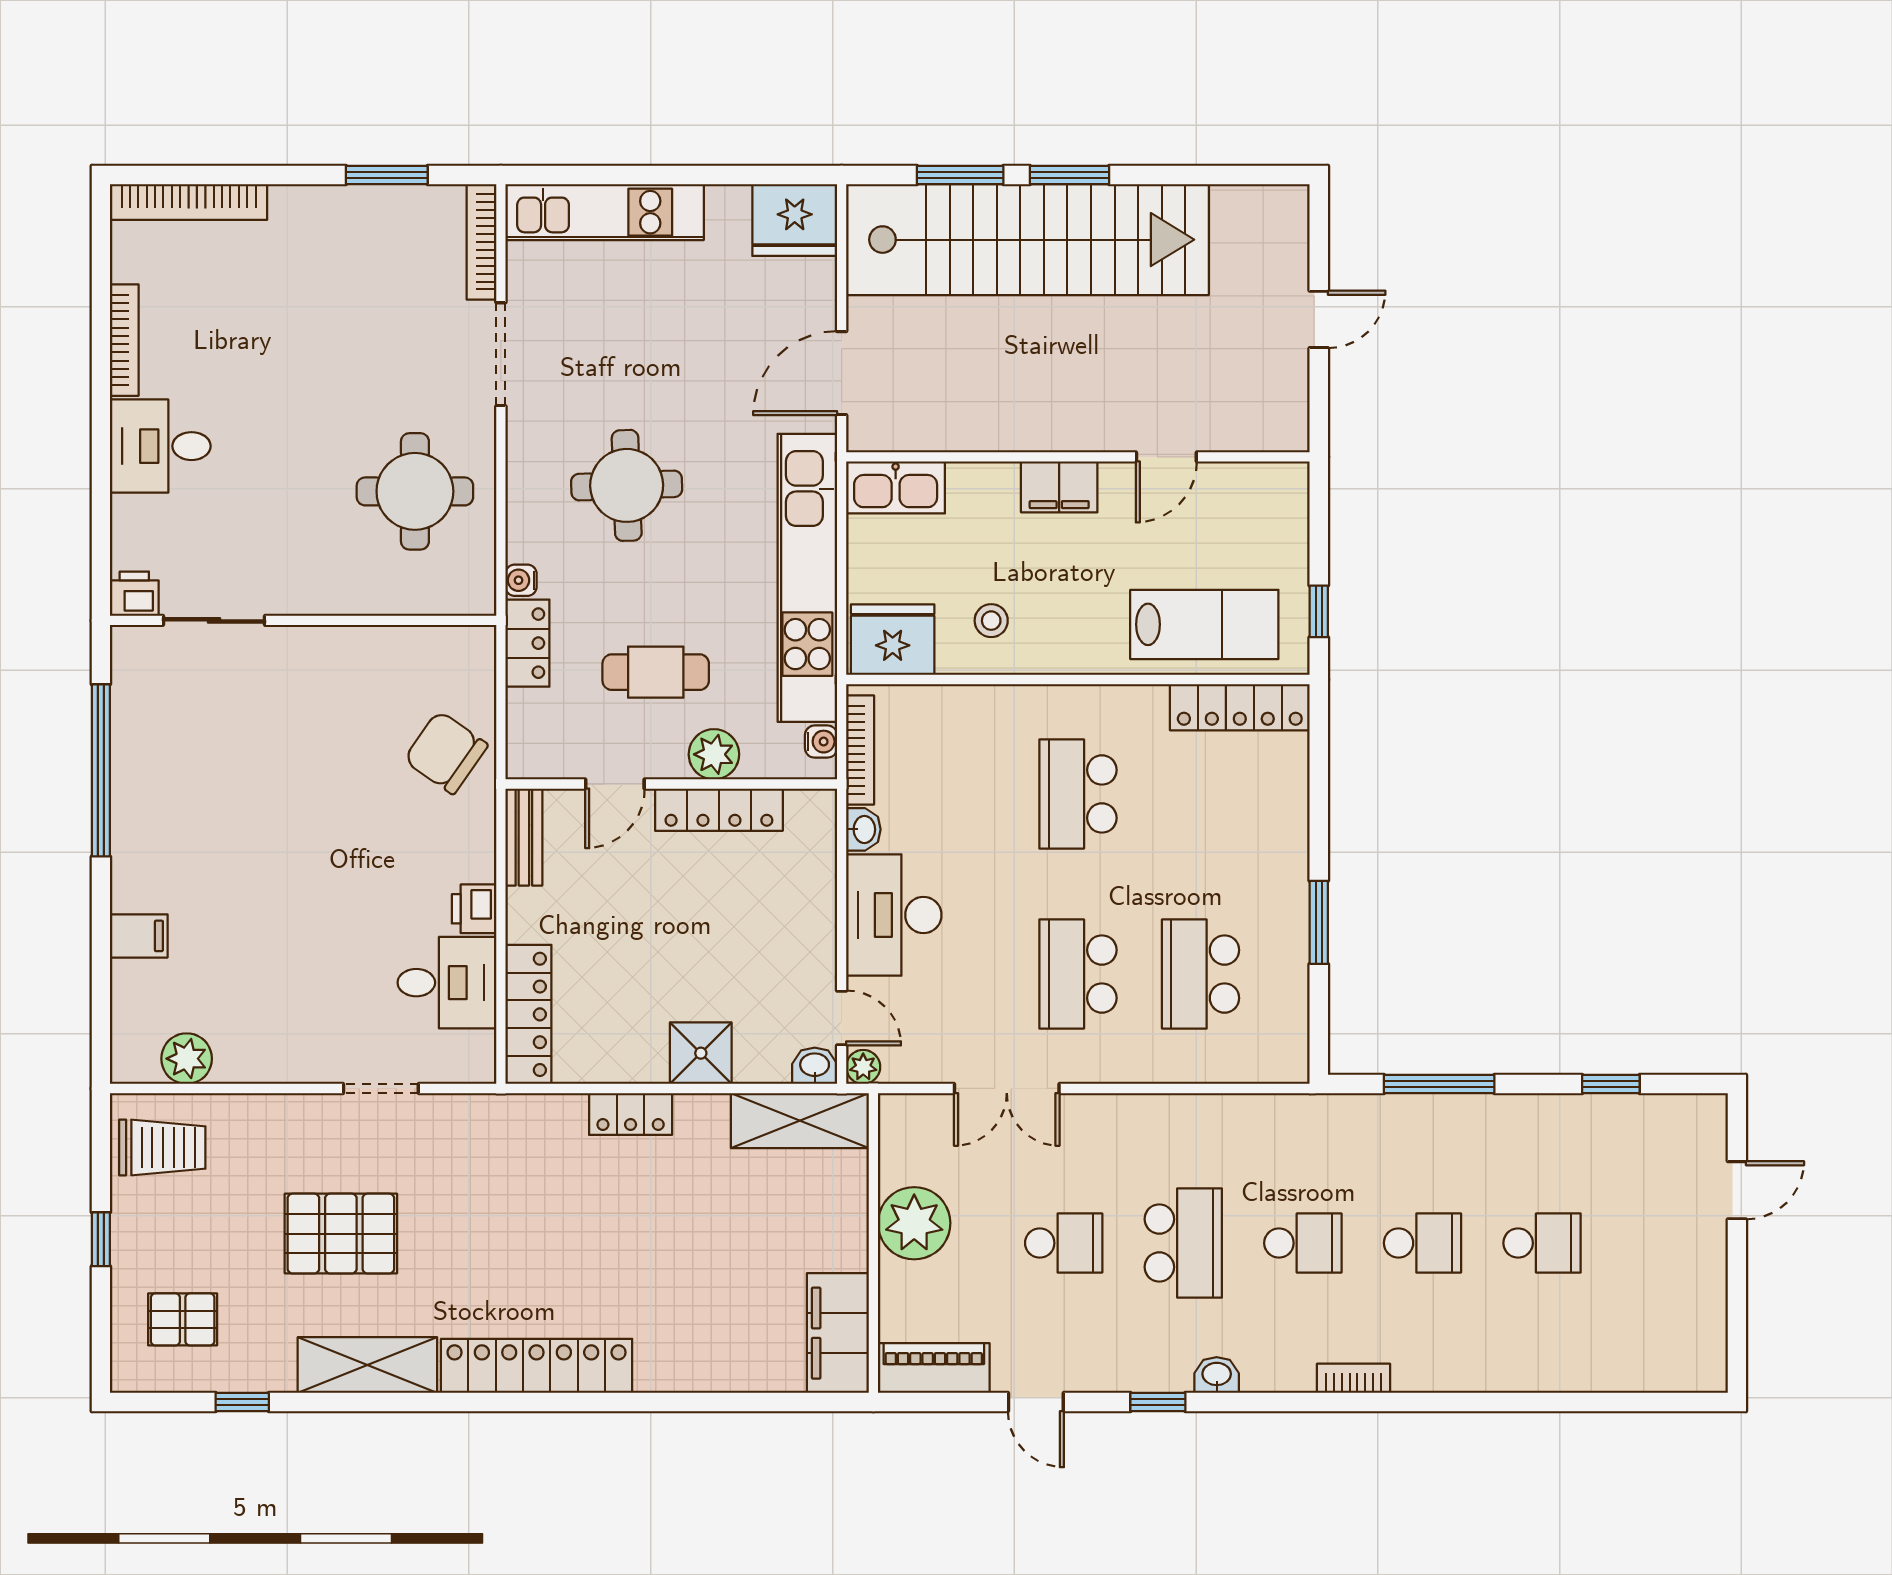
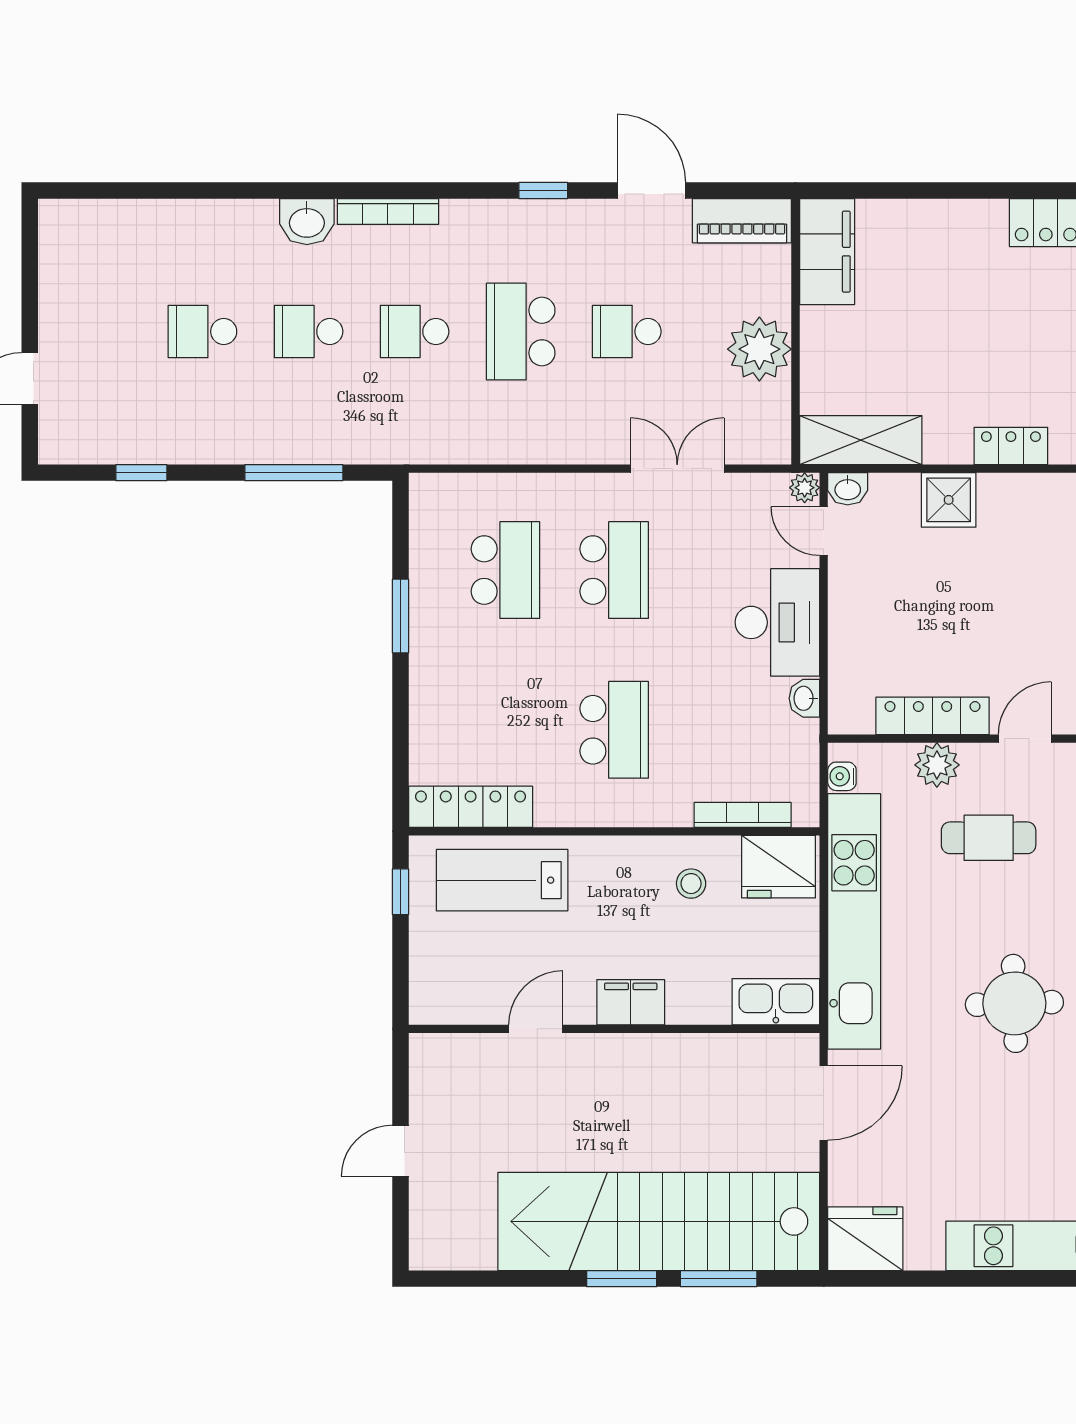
bookcase: (860, 750) -> (743, 815), moved, turned 90
washbasin: (1217, 1375) -> (307, 222), moved, width x1.38, depth x1.45
bookcase: (1354, 1378) -> (388, 211), width x1.56
door: (1036, 1402) -> (651, 190), width x1.37

